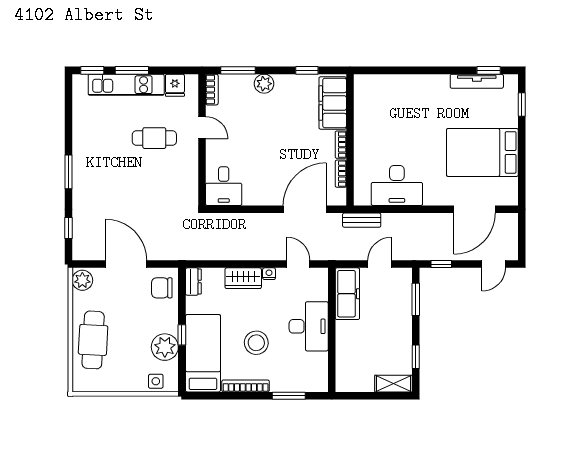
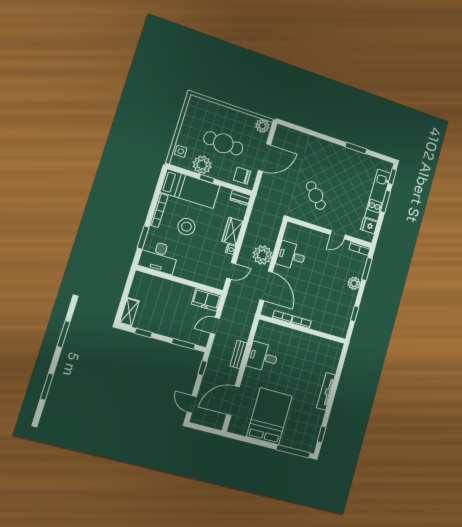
tv unit: (477, 81) -> (326, 391), moved
filing cabinet: (333, 103) -> (329, 325), removed
window: (522, 105) -> (293, 451), width x2.17
cafe table: (154, 138) -> (316, 195), moved, turned -43
window: (69, 172) -> (356, 148), moved
desk: (397, 185) -> (263, 357), width x0.73
desk: (224, 186) -> (291, 256), moved
door: (474, 209) -> (233, 401), hinge flipped
bench: (362, 220) -> (238, 355), moved
plant: (263, 227) -> (262, 255), added
window: (69, 228) -> (299, 128), removed
door: (380, 264) -> (215, 326), swing flipped
chair: (162, 288) -> (242, 176), turned -90
freezer: (347, 294) -> (206, 300), width x0.71
desk: (309, 326) -> (159, 257), moved
cafe table: (93, 340) -> (223, 143), moved

